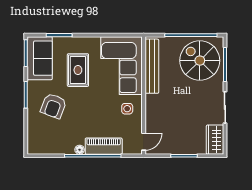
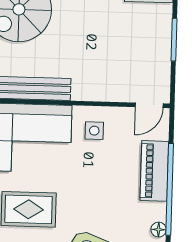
door: (144, 142) -> (149, 105), swing flipped
floor lamp: (80, 150) -> (159, 230), moved

